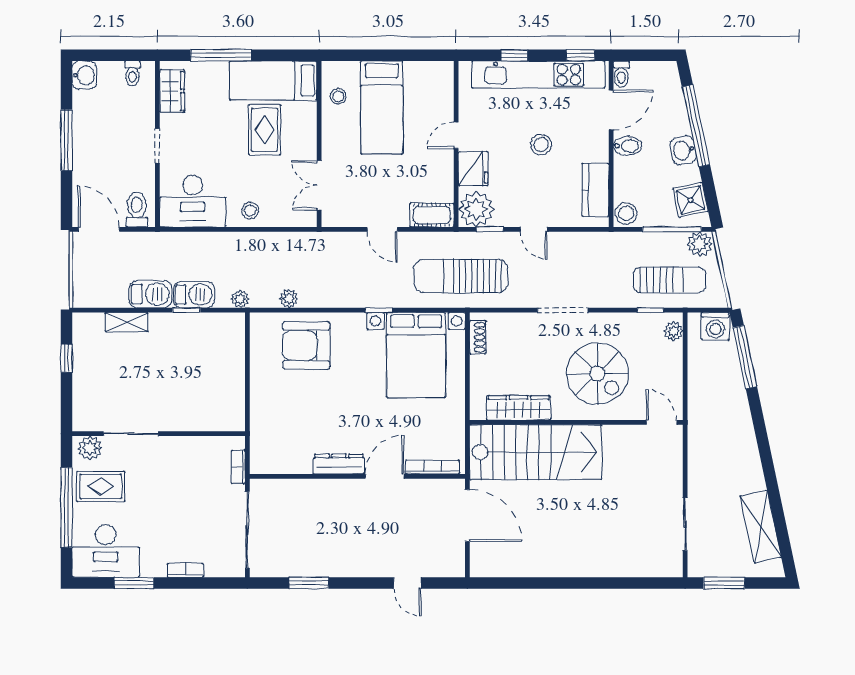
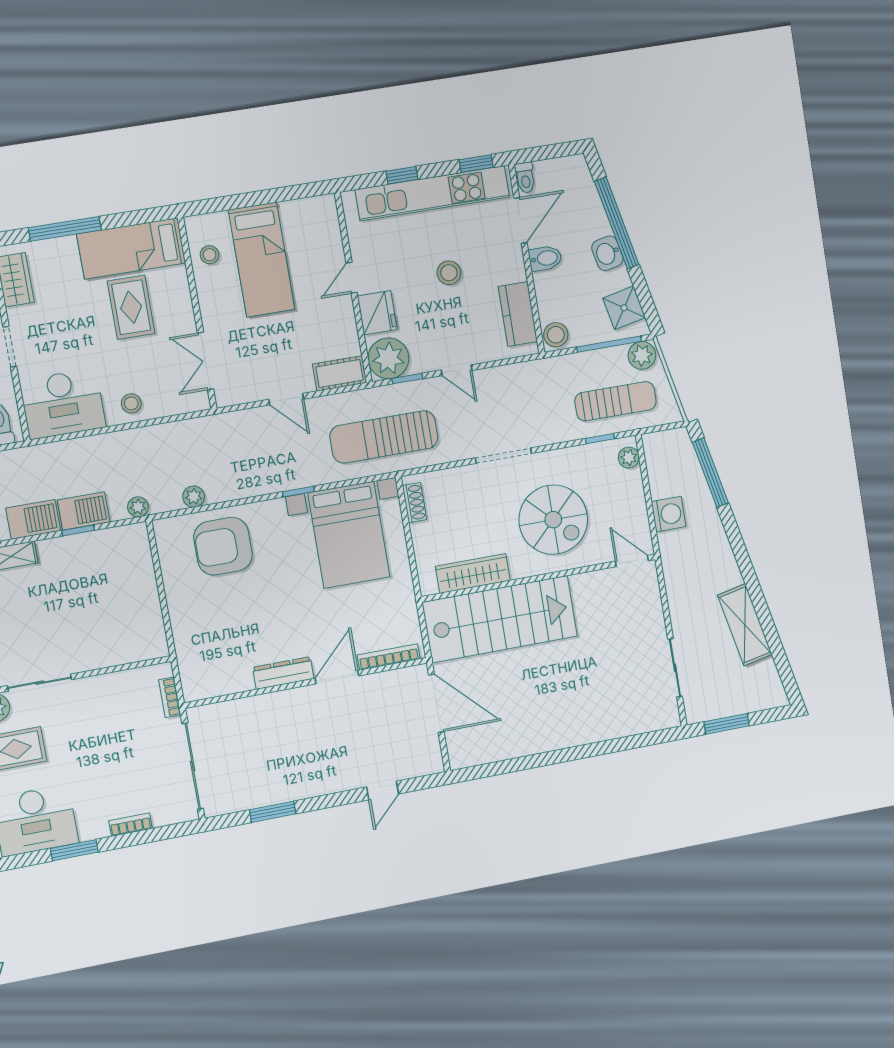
washing machine: (715, 326) -> (669, 514), moved, turned -90
shelving: (761, 527) -> (745, 625), moved
door: (407, 583) -> (383, 790), hinge flipped

